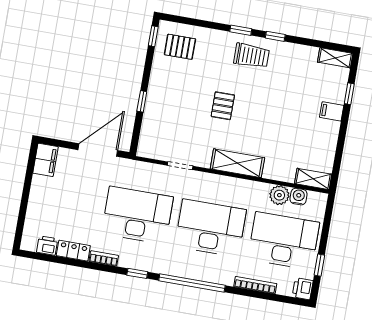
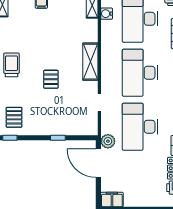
pallet: (223, 106) -> (51, 79), turned 90
plant: (279, 195) -> (108, 141), moved

